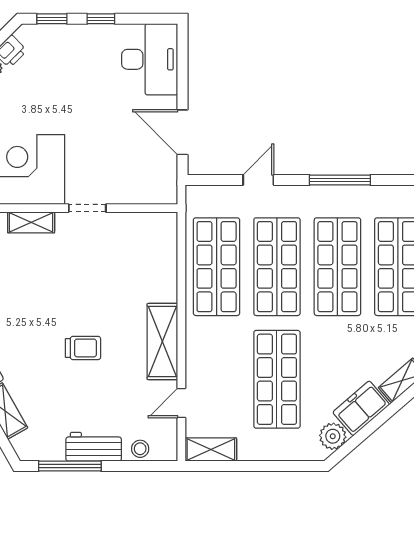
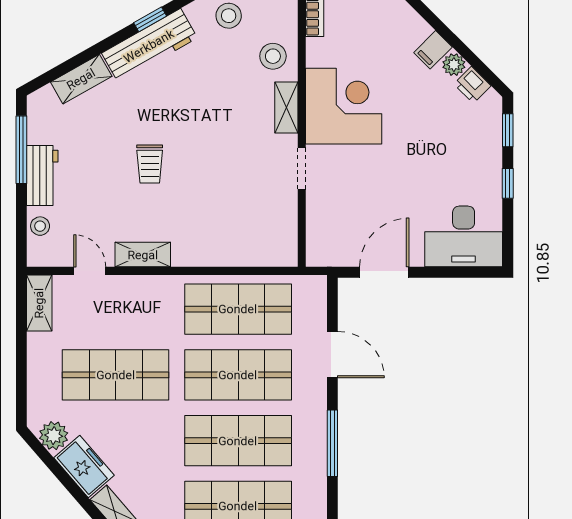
door: (258, 180) -> (332, 355), width x1.37
shelving: (162, 342) -> (143, 255), width x0.67, depth x0.75

